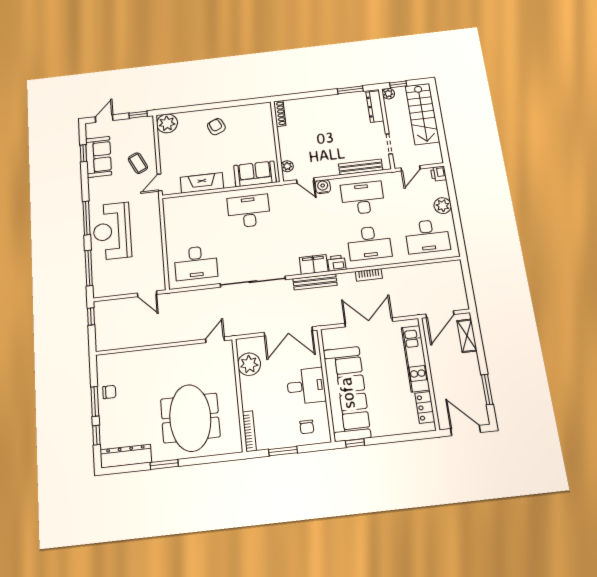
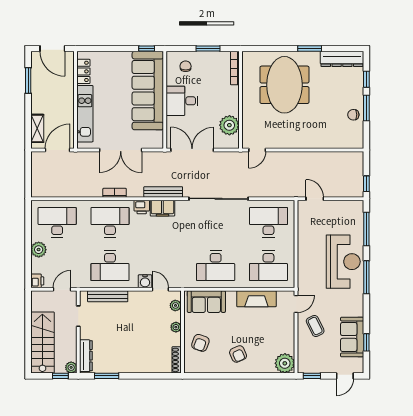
armchair: (257, 133) -> (200, 343), added
plant: (284, 145) -> (176, 327), added
desk: (192, 218) -> (268, 266), added

